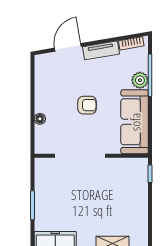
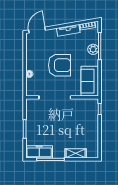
door: (68, 47) -> (37, 30), moved
armchair: (87, 105) -> (59, 65), width x1.88, depth x1.88
sofa: (135, 122) -> (90, 81), width x0.73

